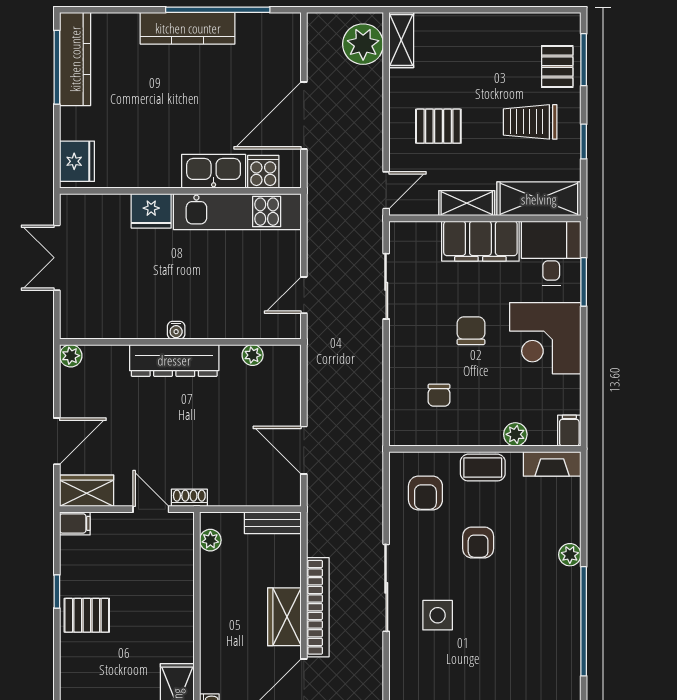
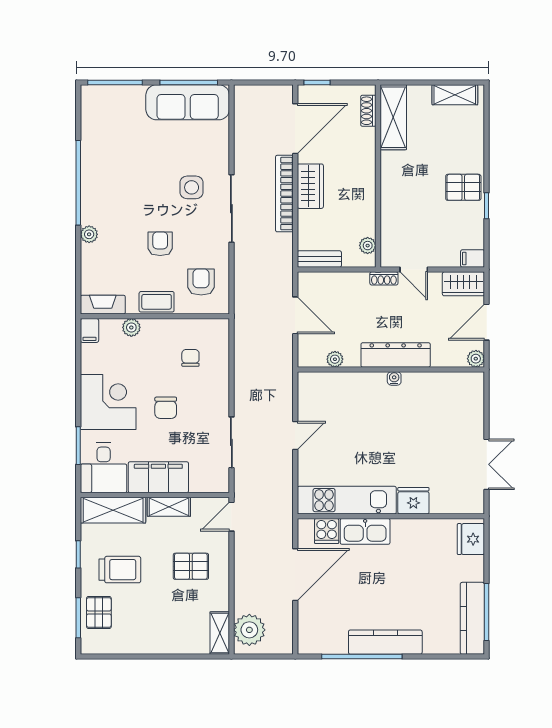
water cooler: (176, 330) -> (394, 378), moved
wall: (180, 342) -> (391, 369), moved
plant: (253, 355) -> (335, 359), moved
plant: (71, 356) -> (476, 359), moved
dresser: (174, 360) -> (396, 355), moved

